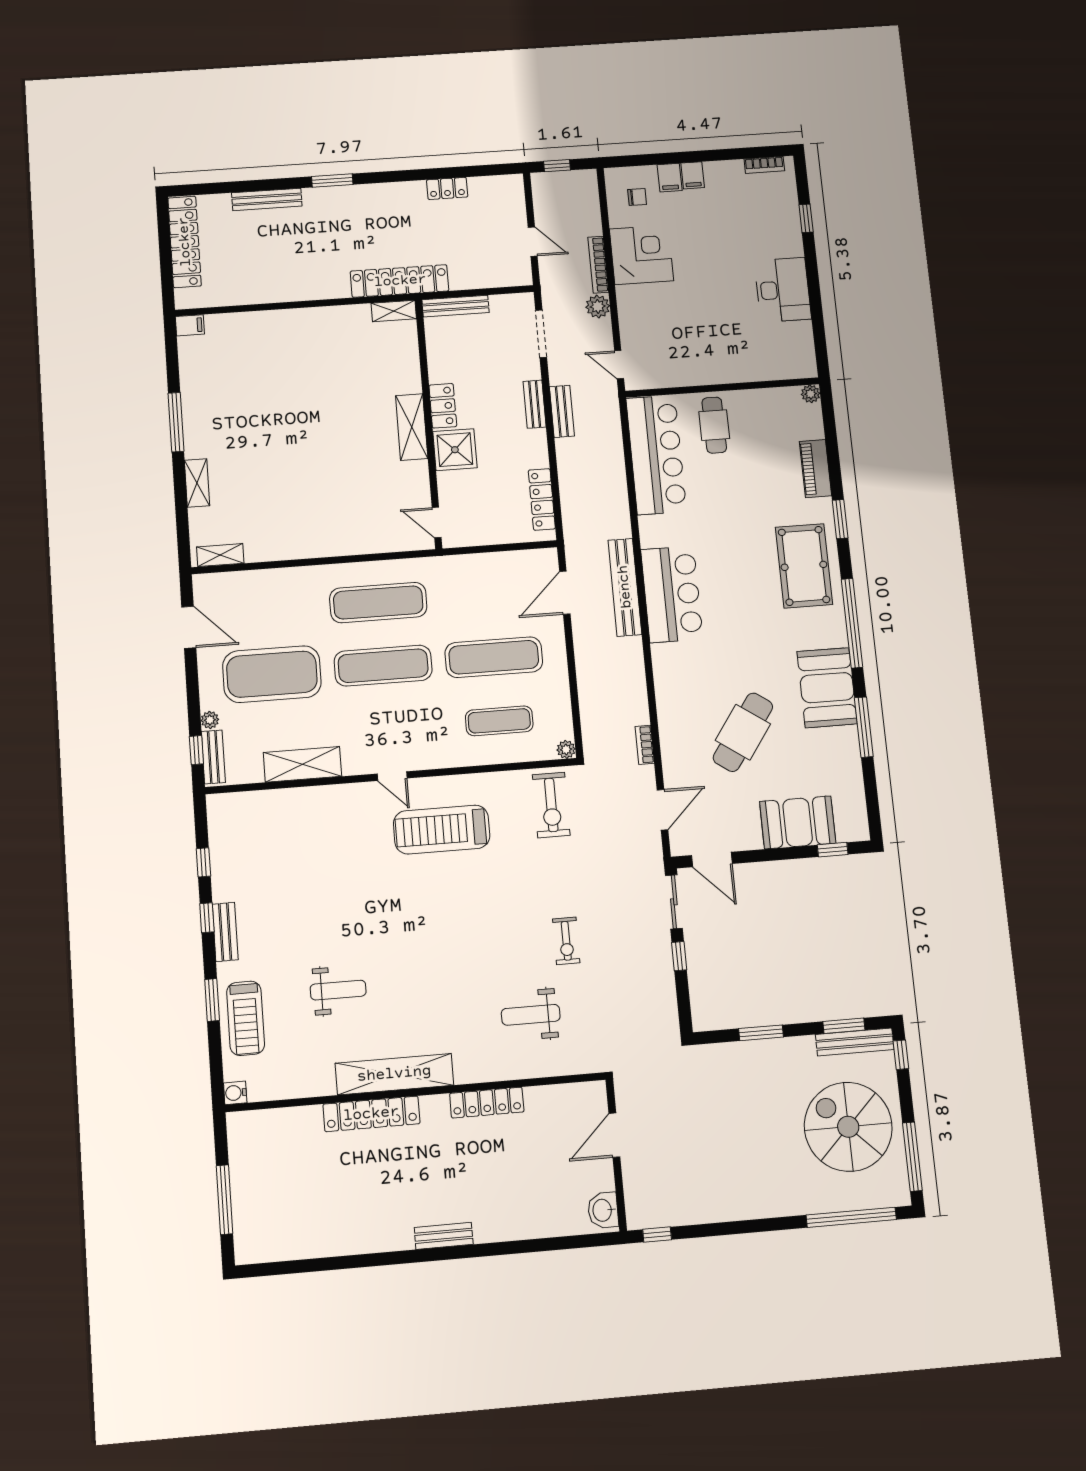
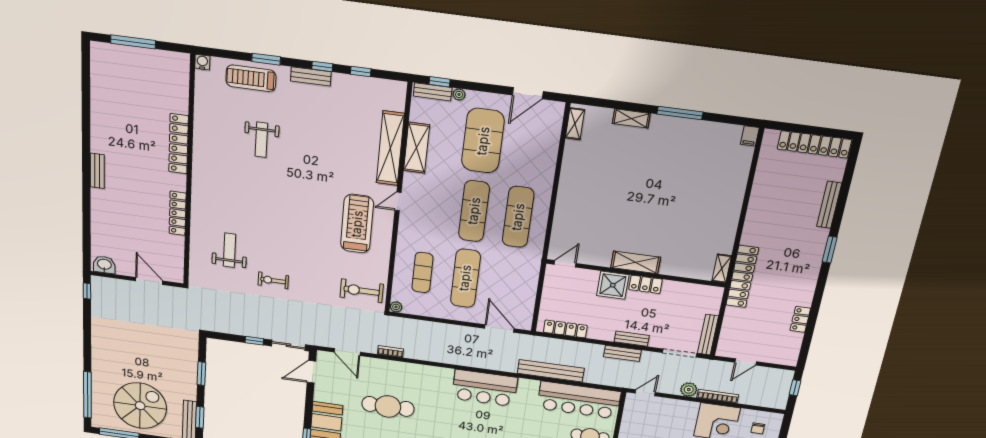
bench: (455, 306) -> (708, 335), moved
bench: (625, 587) -> (551, 371), moved
cafe table: (743, 732) -> (388, 406), turned -35
shelving: (394, 1074) -> (390, 148), moved

